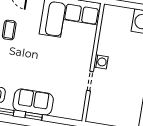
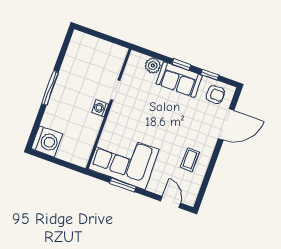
plant: (60, 110) -> (153, 65), added

